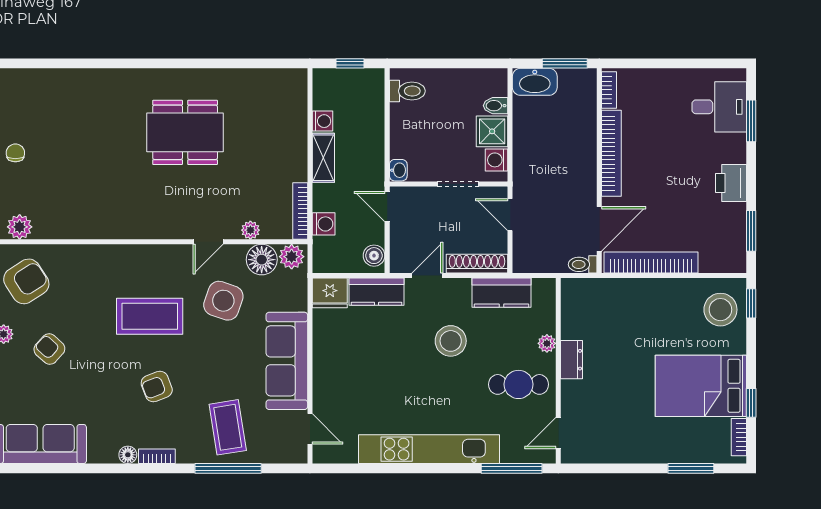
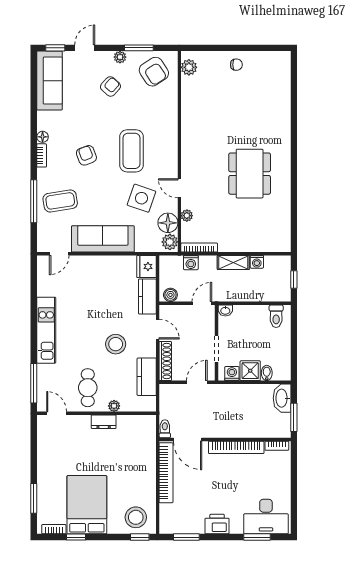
desk: (719, 107) -> (266, 517), width x1.37
kitchen unit: (429, 449) -> (46, 330), width x0.73

